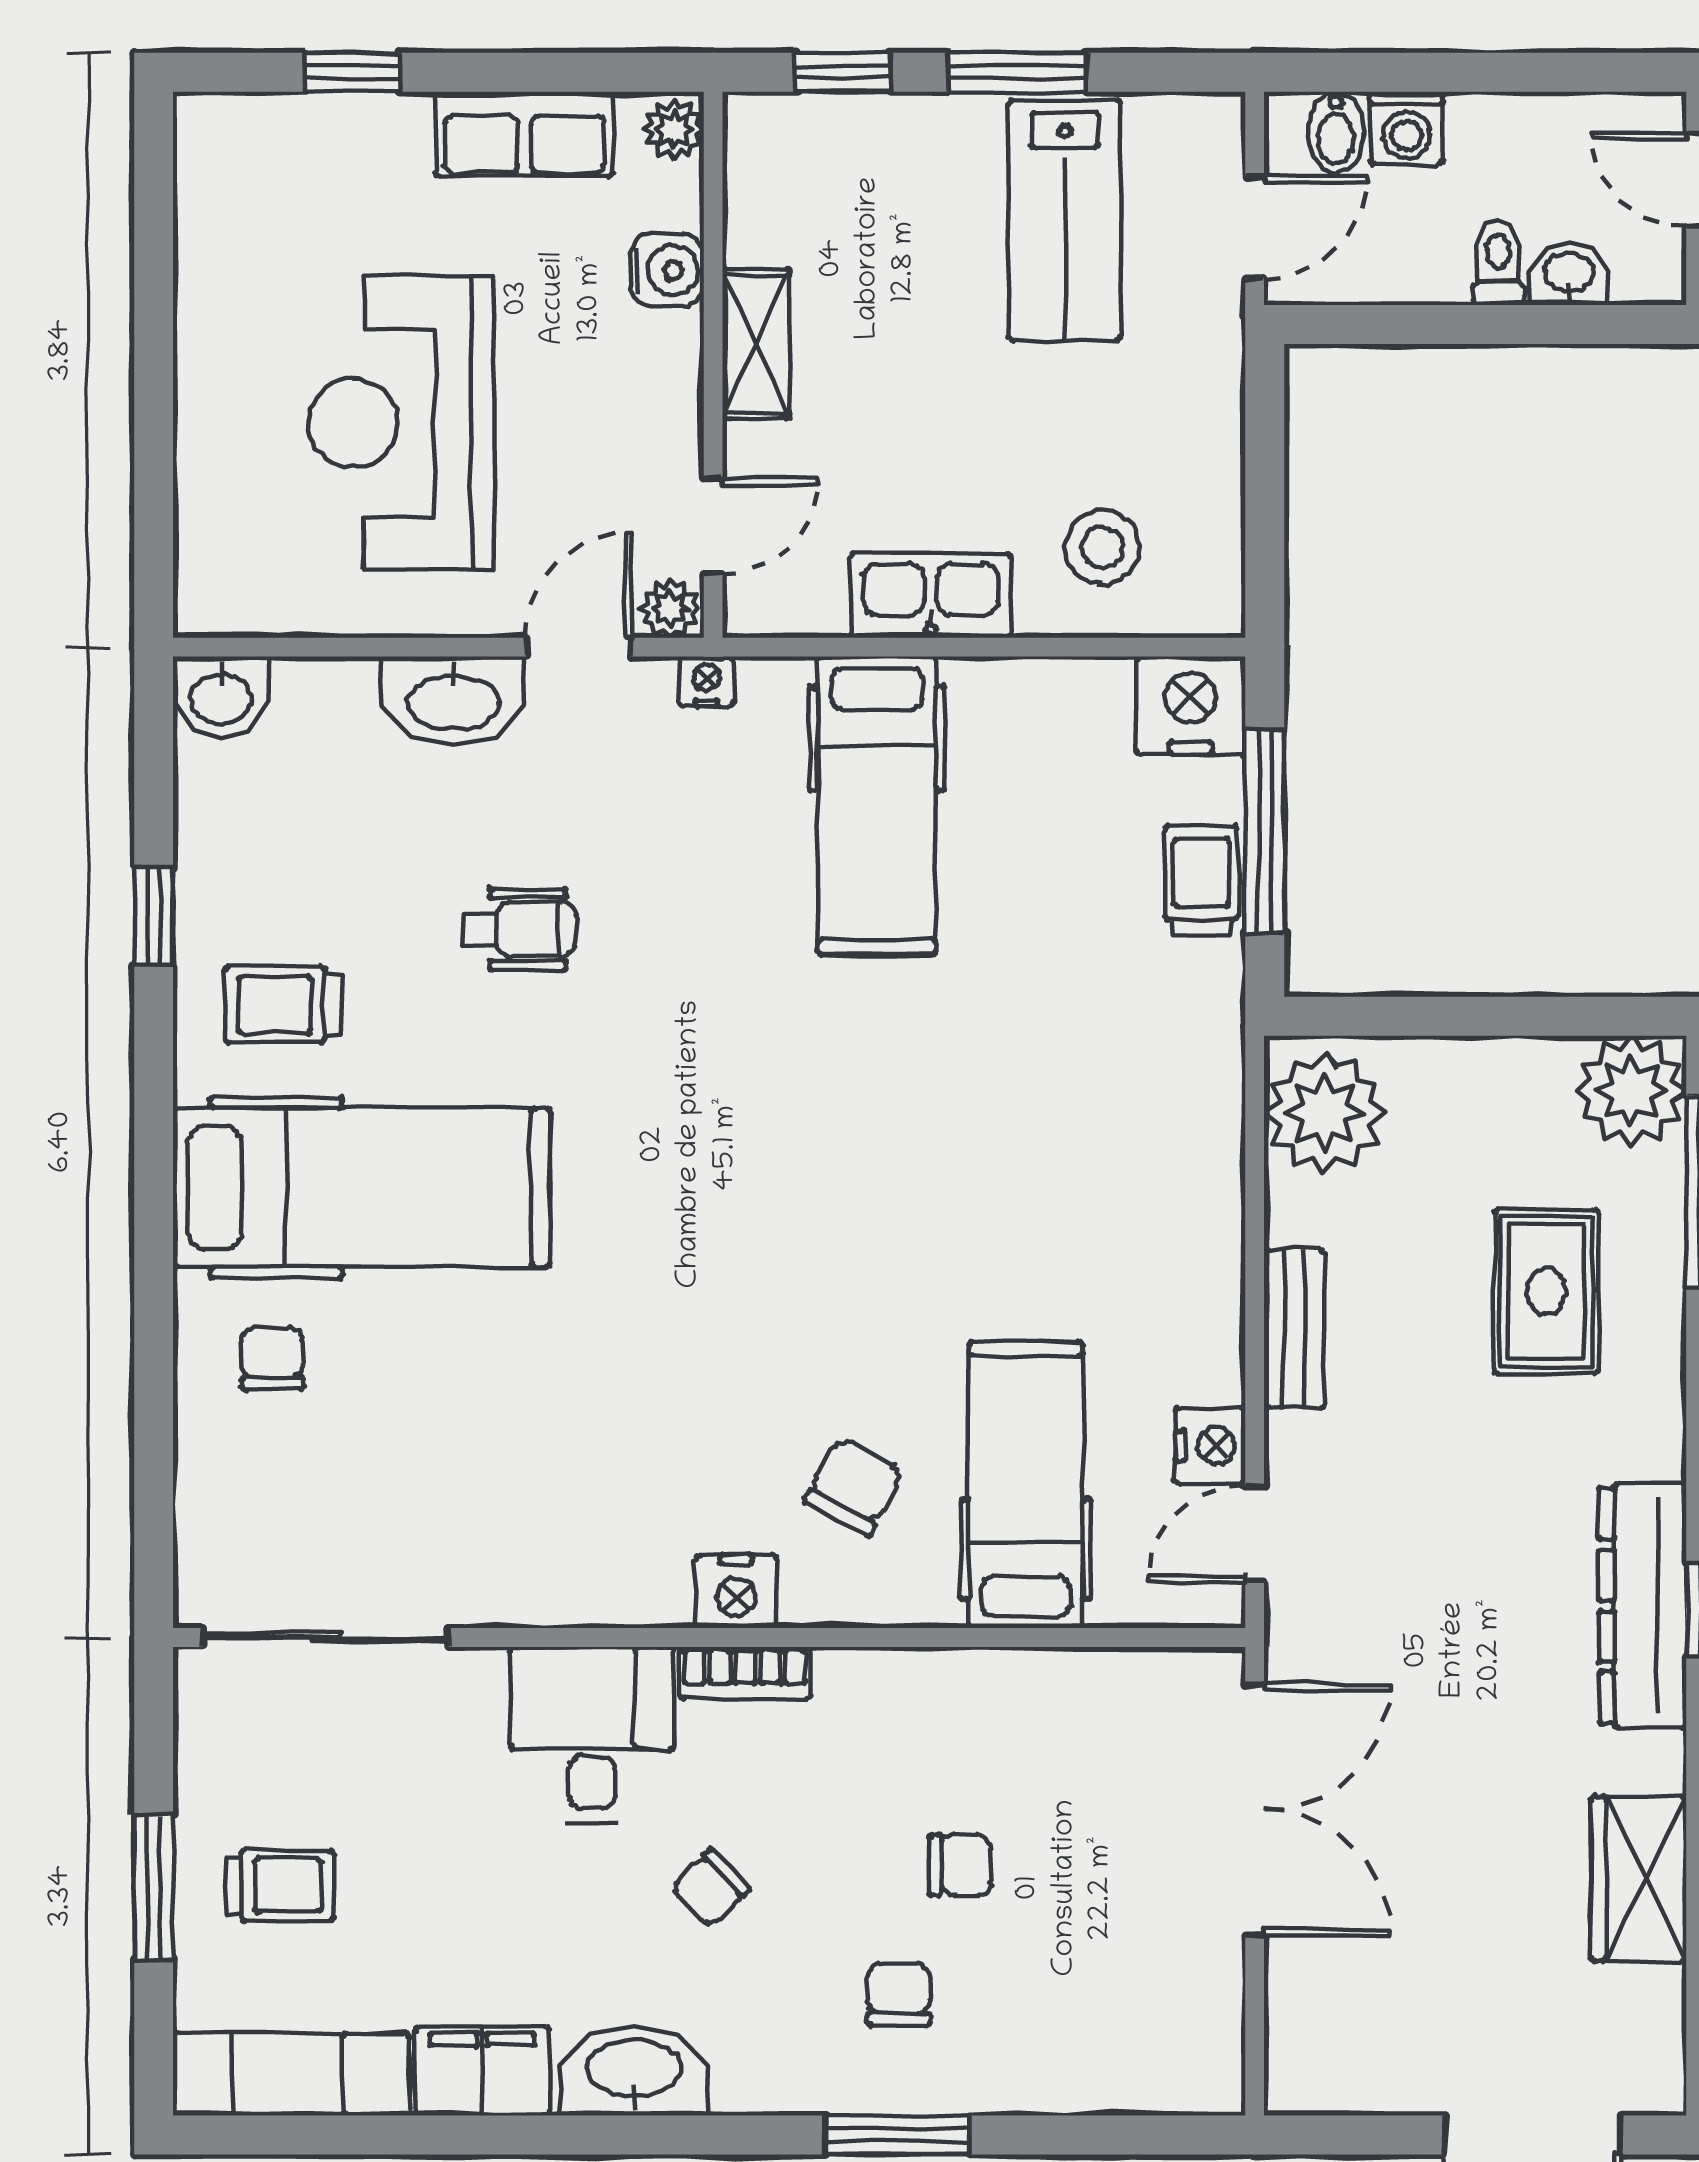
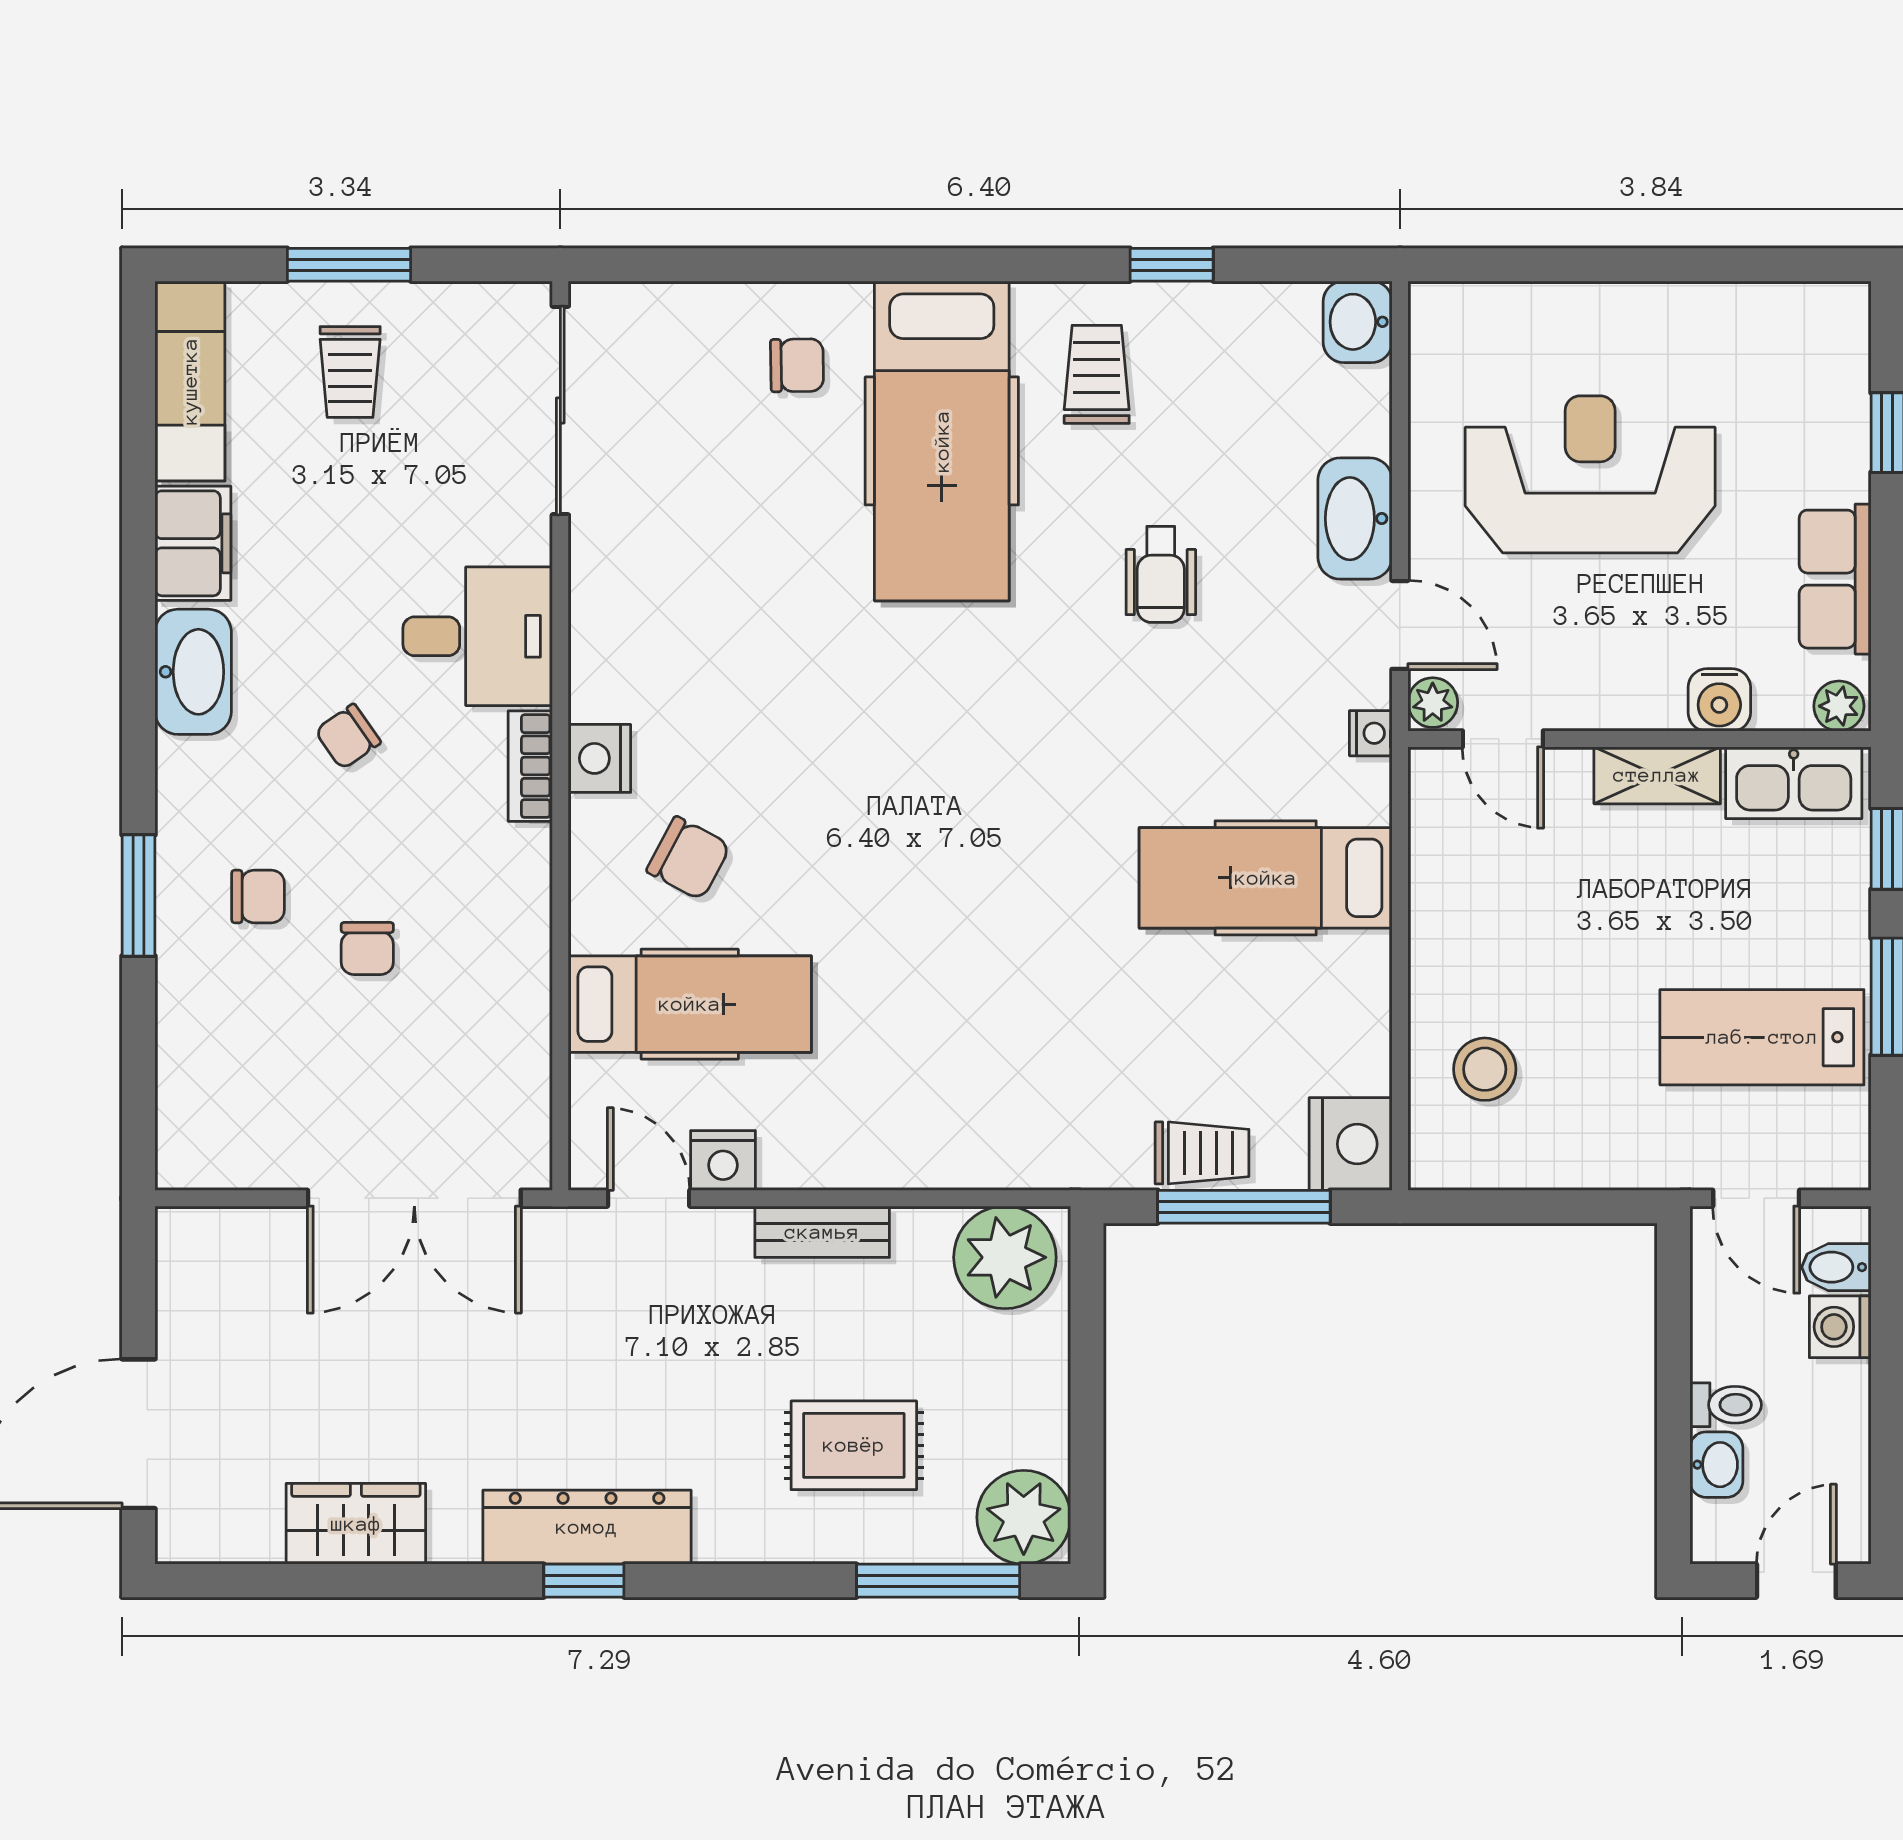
kitchen sink: (930, 595) -> (1794, 783), moved, turned 90
chair: (710, 1888) -> (348, 737), turned -80

